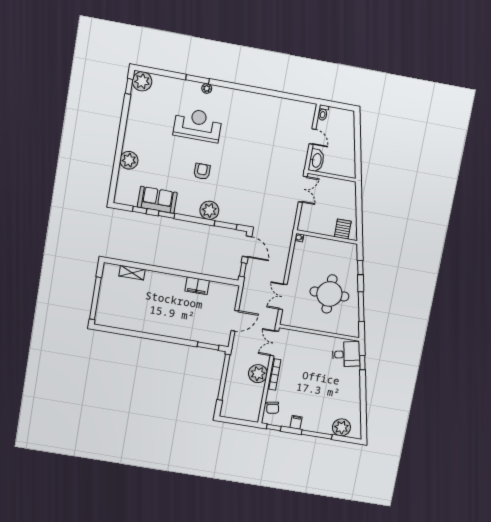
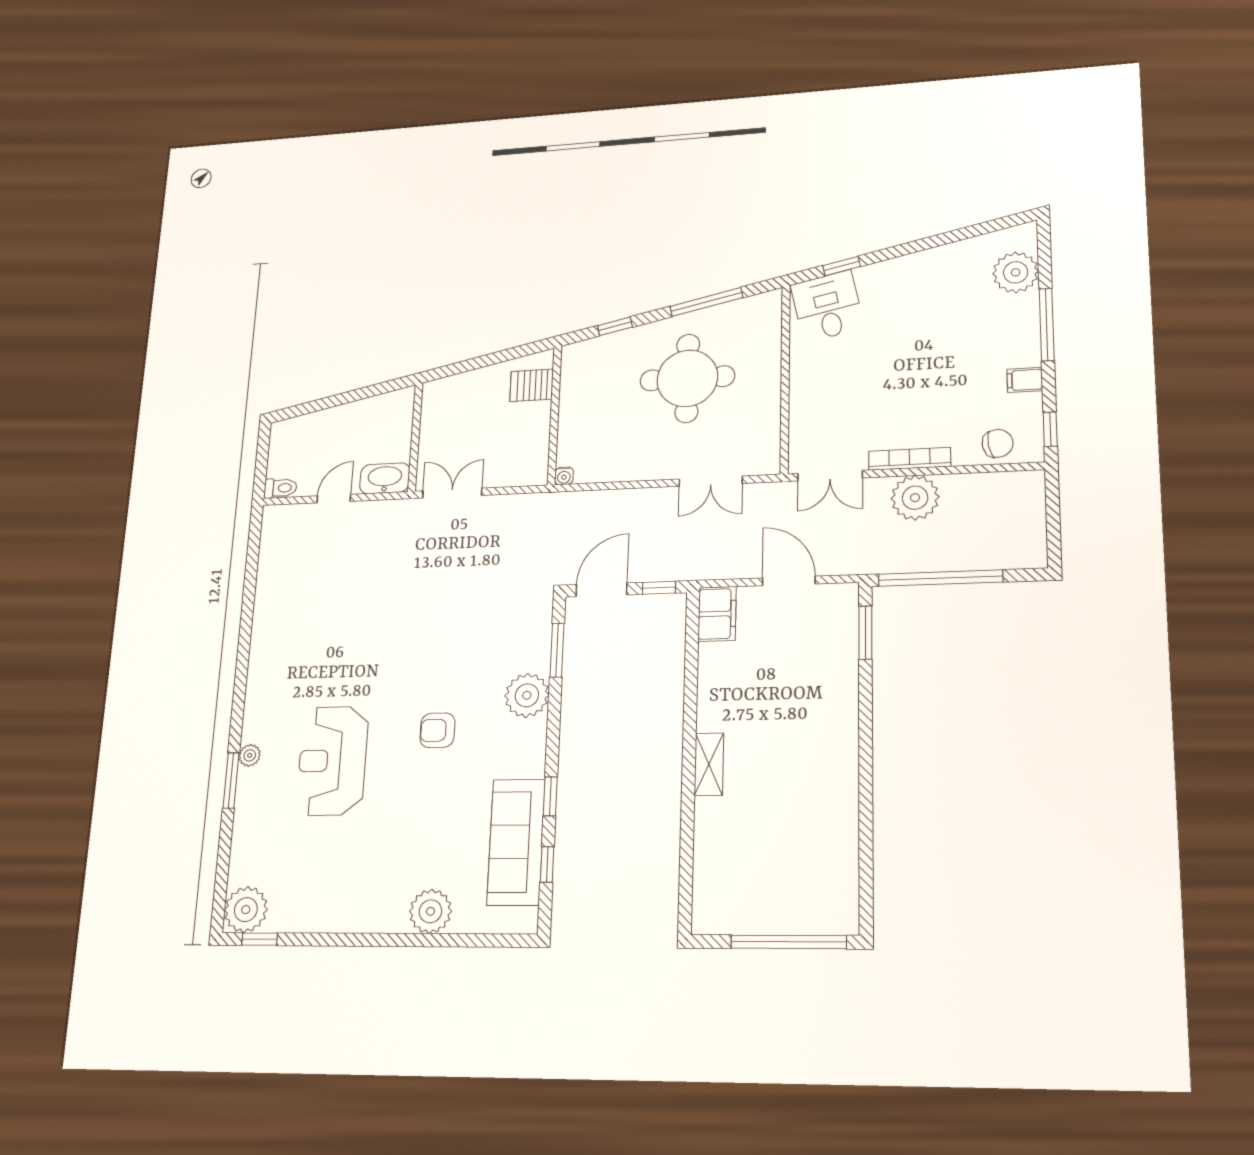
sofa: (157, 200) -> (516, 842), width x1.36
shelving: (132, 273) -> (709, 764), moved
filing cabinet: (197, 286) -> (717, 614), moved

